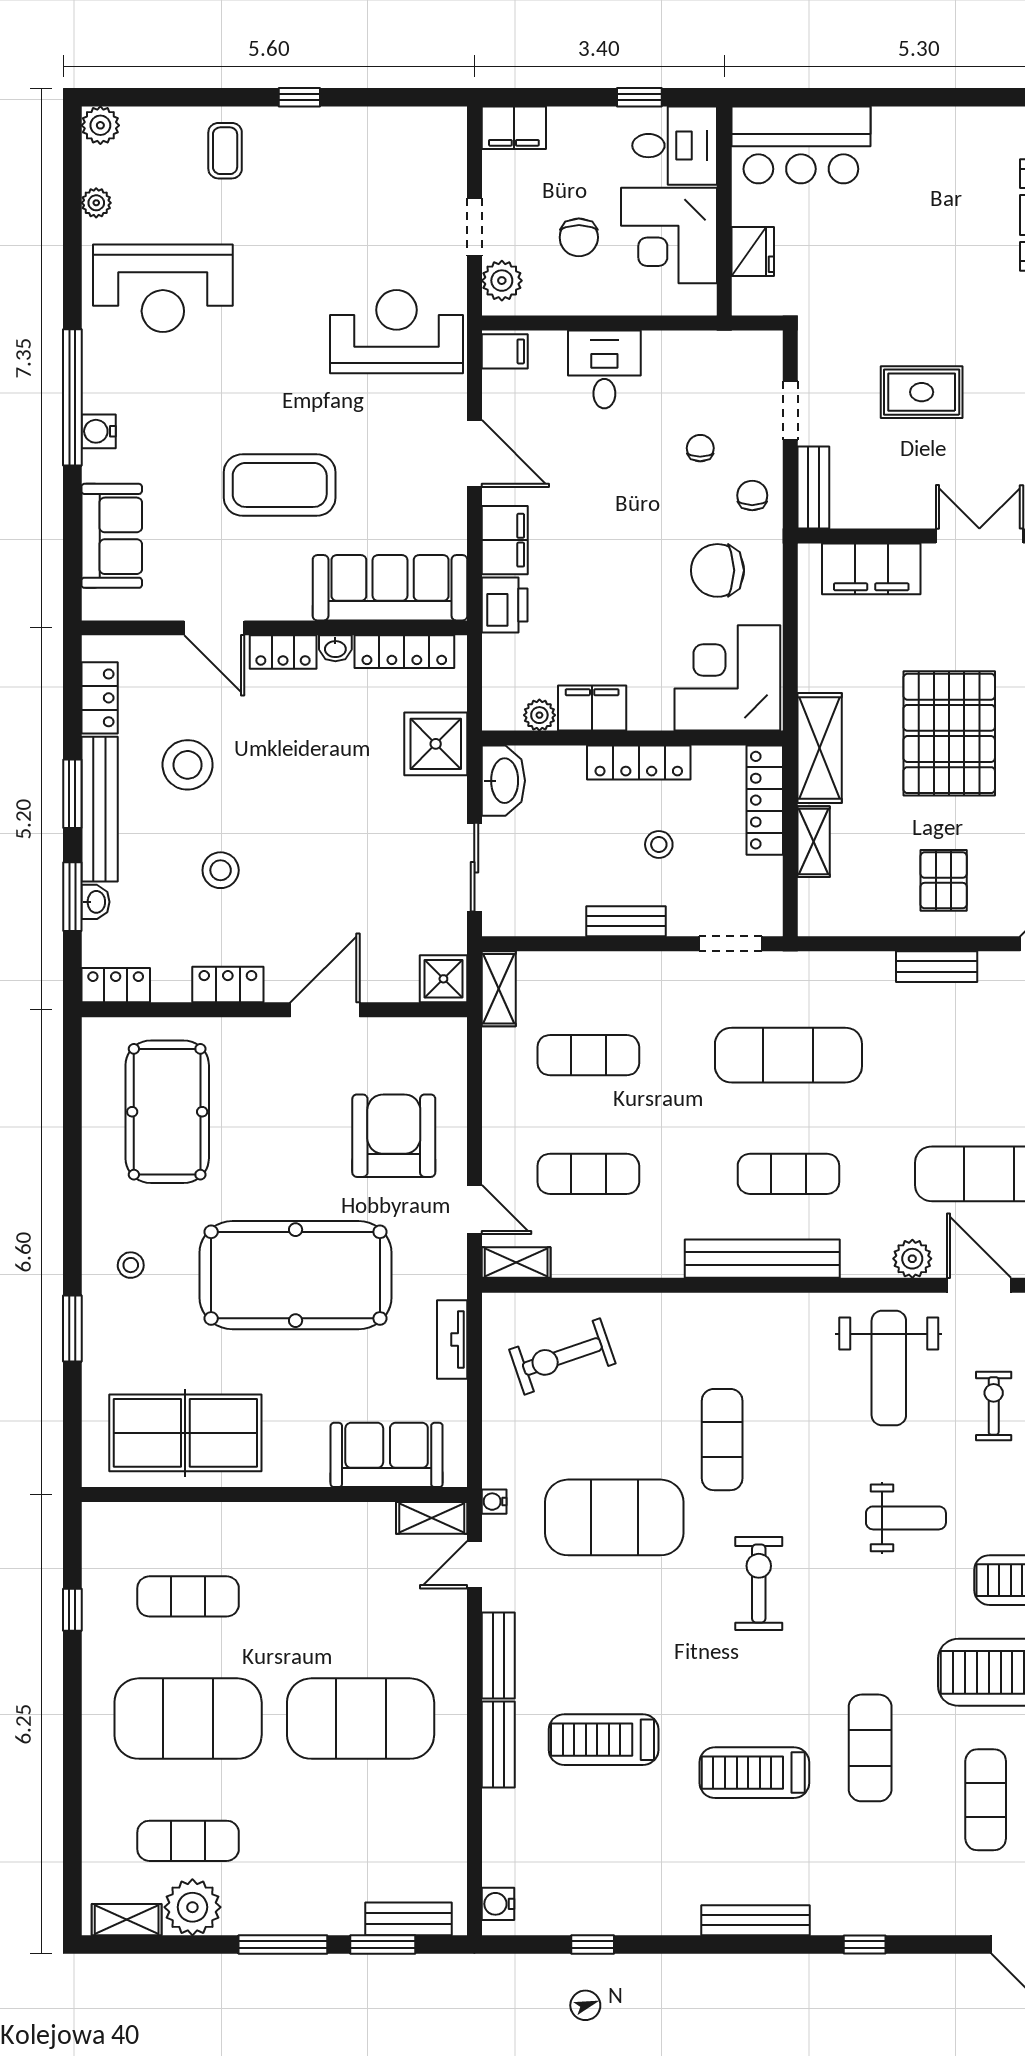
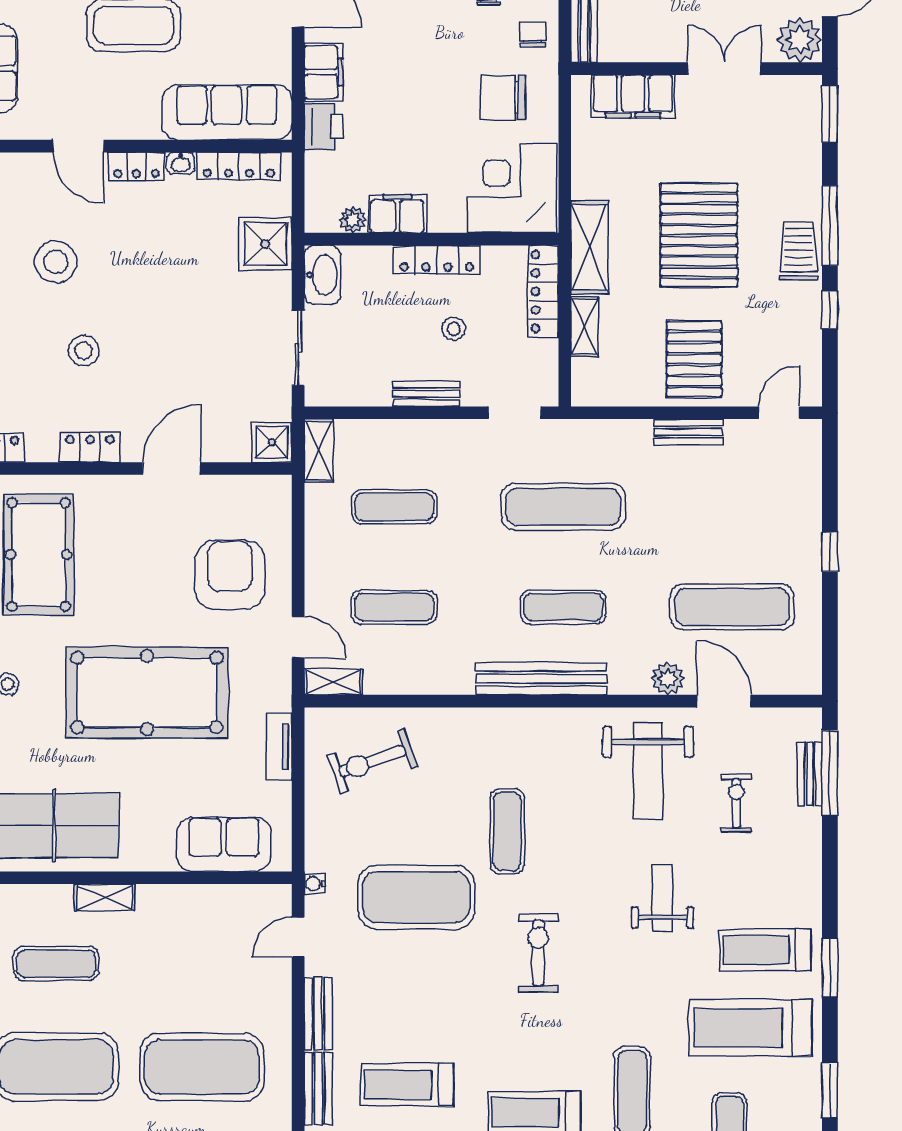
pallet: (944, 880) -> (694, 359), width x1.50, depth x1.42
shelving: (432, 1518) -> (104, 897), moved
weight bench: (906, 1518) -> (662, 897), turned -90

